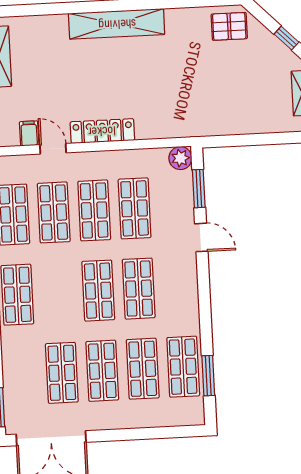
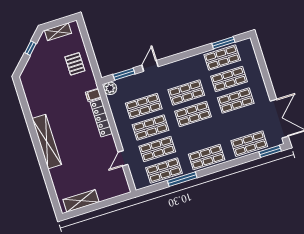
pallet: (229, 26) -> (75, 64), moved
locker: (102, 131) -> (101, 118), moved
filing cabinet: (29, 133) -> (93, 95), moved
shop shelf: (62, 373) -> (249, 144), moved

